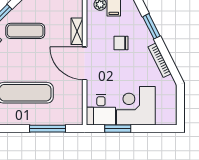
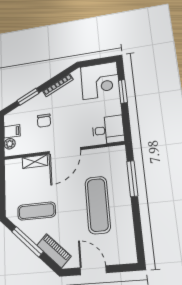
exercise mat: (25, 31) -> (37, 211), turned 90
corner desk: (136, 106) -> (100, 81), moved, turned -90
window: (118, 129) -> (123, 91), moved

